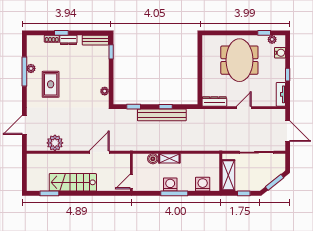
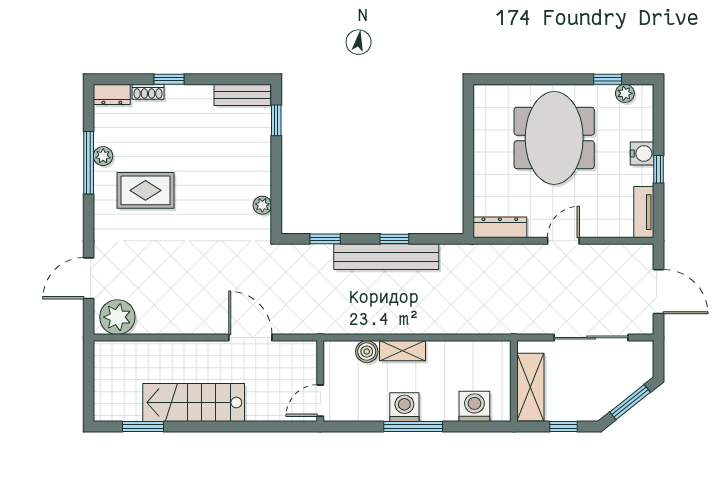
dresser: (68, 40) -> (112, 94), moved
water cooler: (280, 53) -> (642, 154), moved
rug: (51, 84) -> (145, 190), turned 90
plant: (55, 143) -> (117, 317), moved
door: (99, 152) -> (250, 338), hinge flipped

